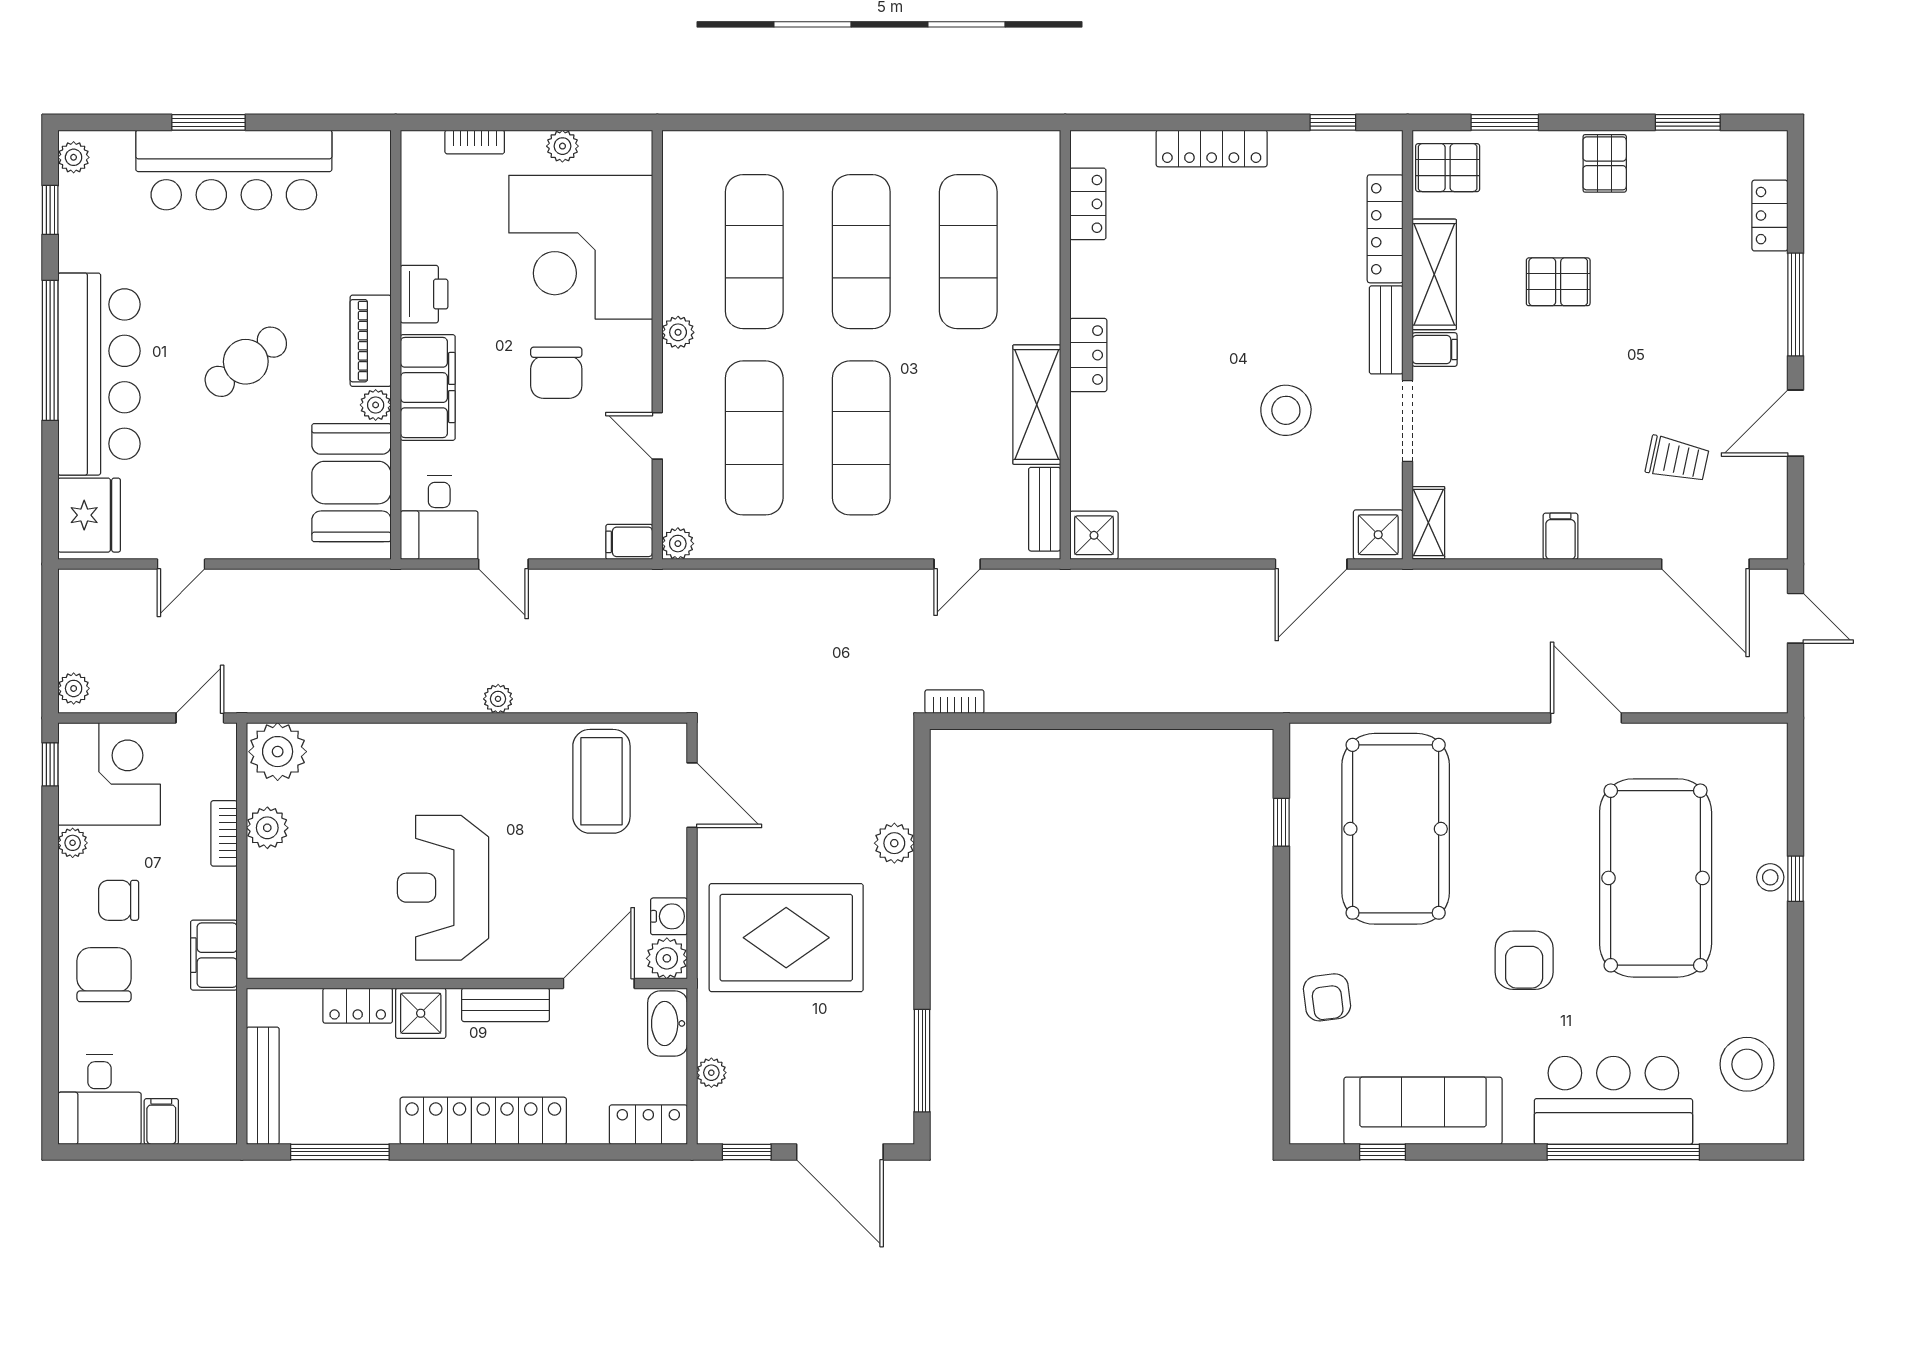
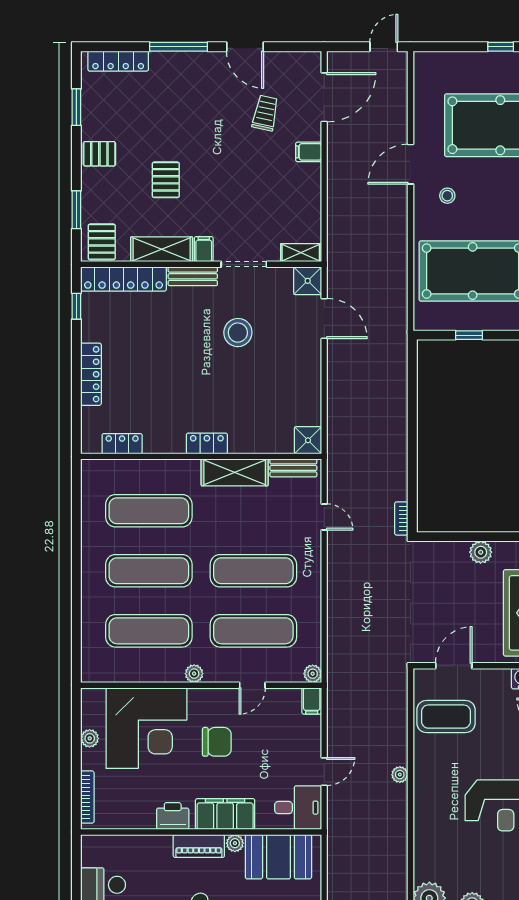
bookcase: (475, 142) -> (87, 797), width x1.56
locker: (1770, 216) -> (118, 61), width x1.53
locker: (1385, 229) -> (124, 279), width x1.41, depth x1.21
filing cabinet: (1560, 536) -> (309, 152), moved
door: (1795, 618) -> (384, 47), moved
stool: (1770, 877) -> (447, 196), moved

